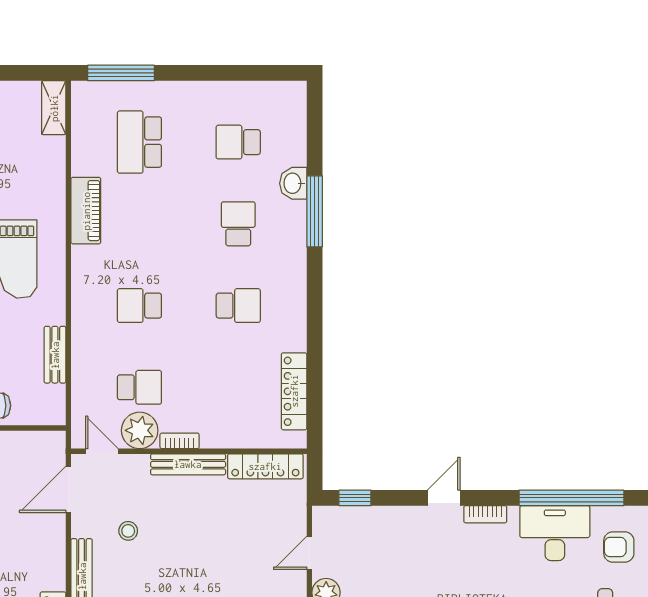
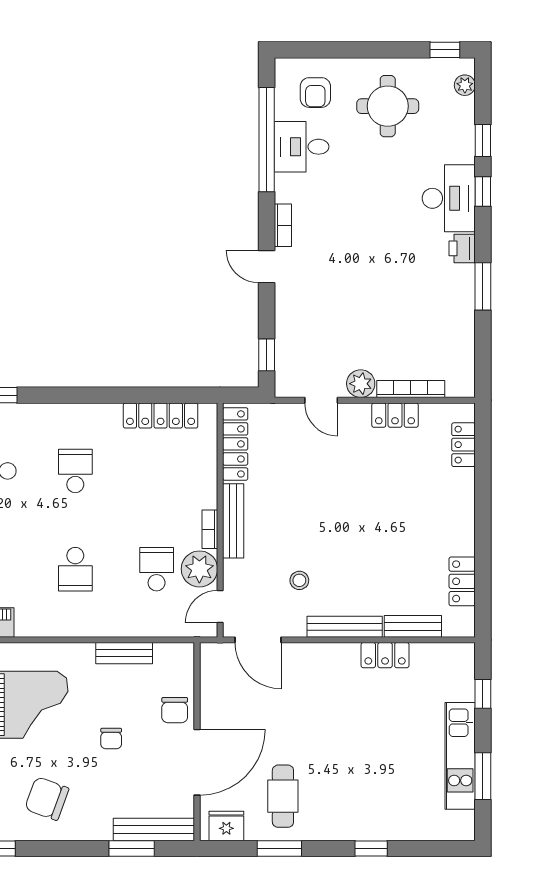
desk: (555, 533) -> (302, 147), width x0.73

